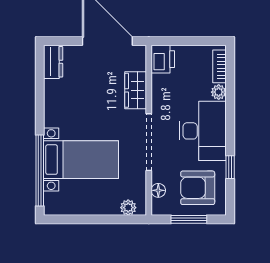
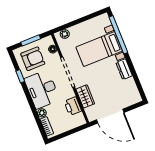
printer: (163, 59) -> (73, 106), moved
dresser: (53, 62) -> (124, 69), moved

